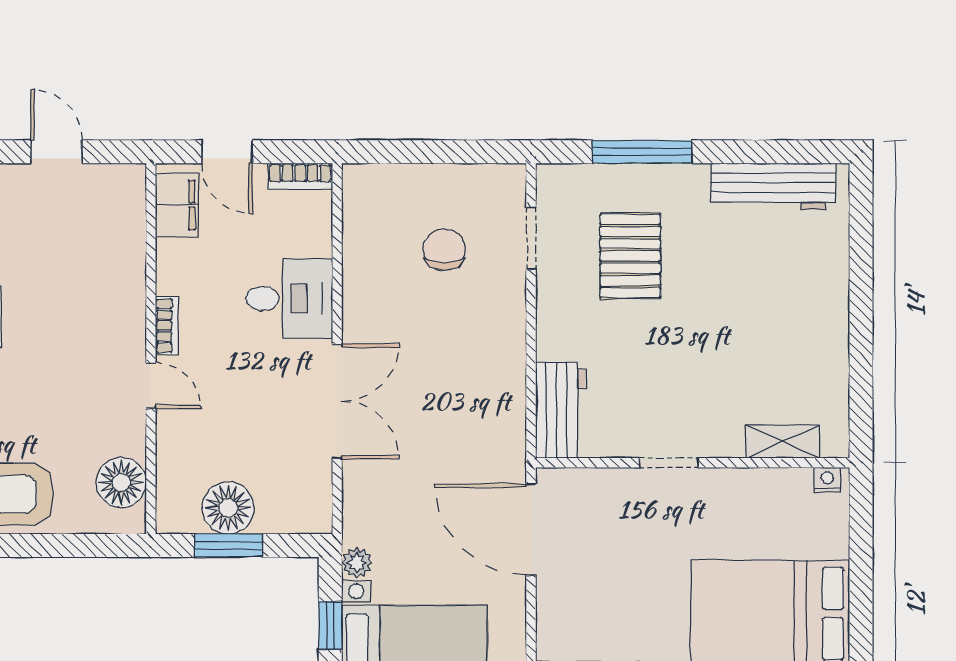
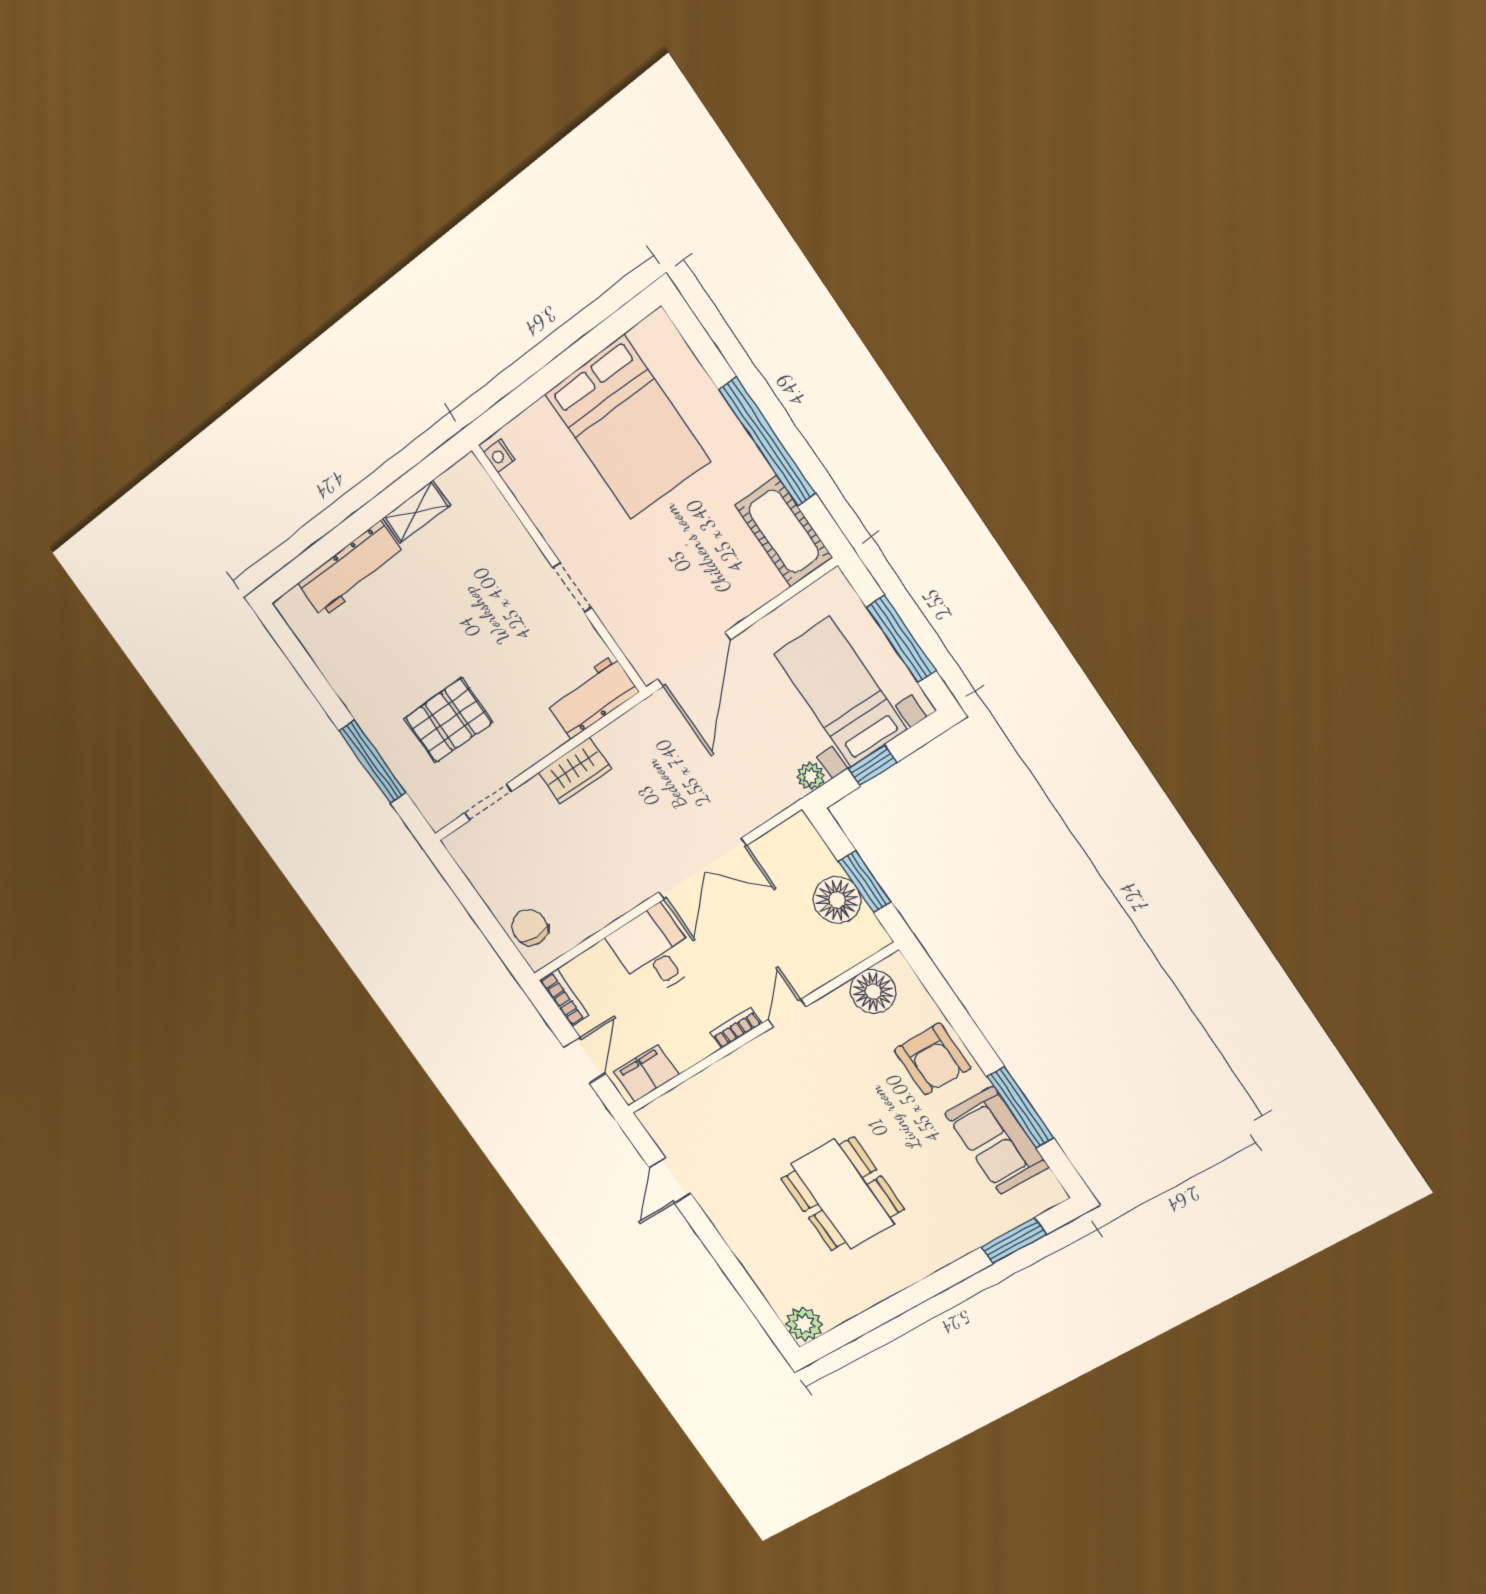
workbench: (773, 187) -> (351, 570), moved, turned 90
chair: (444, 250) -> (530, 928), moved, turned 90
wardrobe: (505, 345) -> (575, 771), added
double door: (337, 401) -> (702, 869), swing flipped
shelving: (783, 442) -> (416, 512), moved, turned 90

